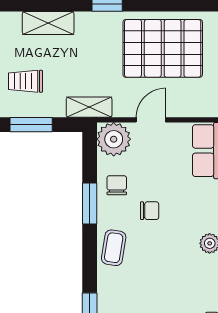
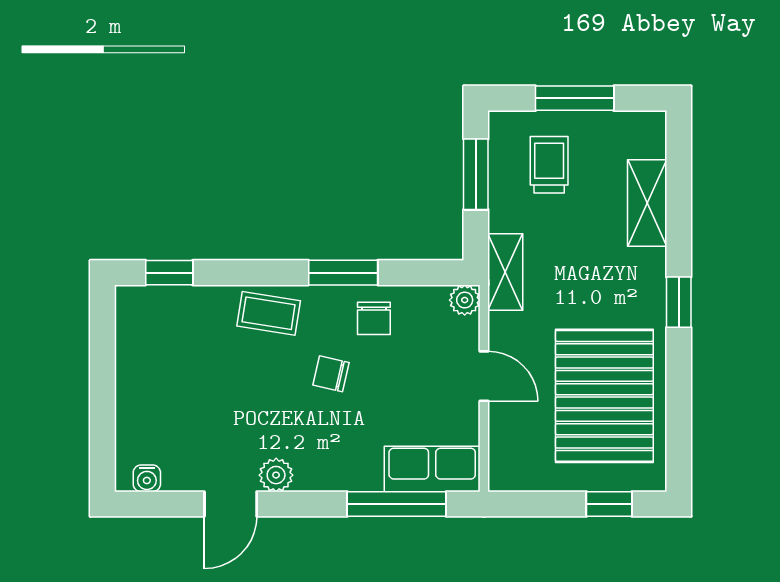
plant: (114, 139) -> (465, 300), width x0.53, depth x0.53
chair: (117, 185) -> (374, 318), turned 90
chair: (150, 211) -> (331, 374), turned 103

